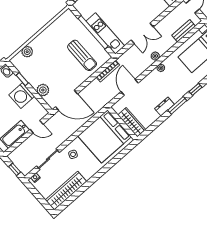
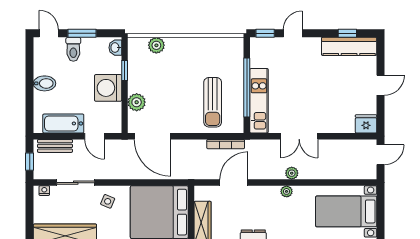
bench: (184, 31) -> (55, 146), moved

